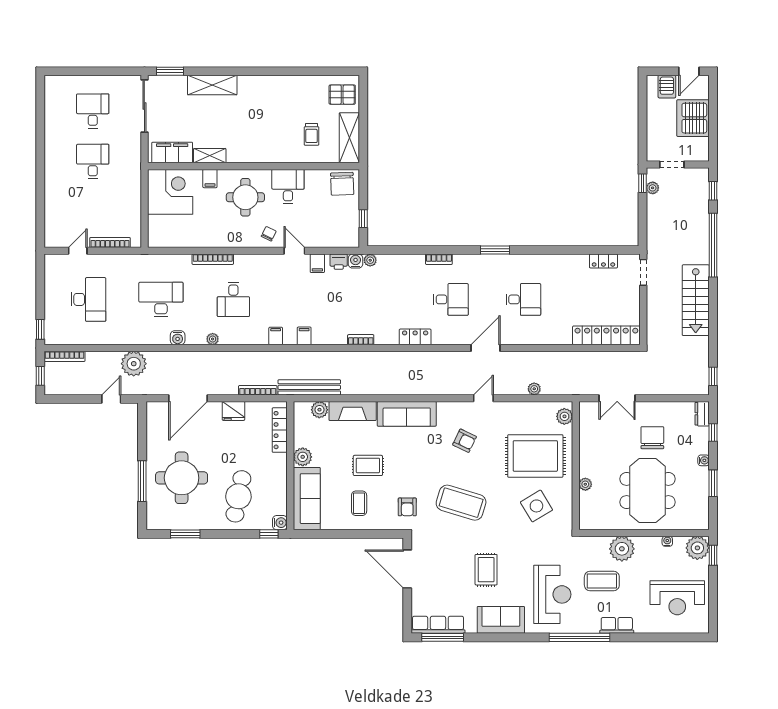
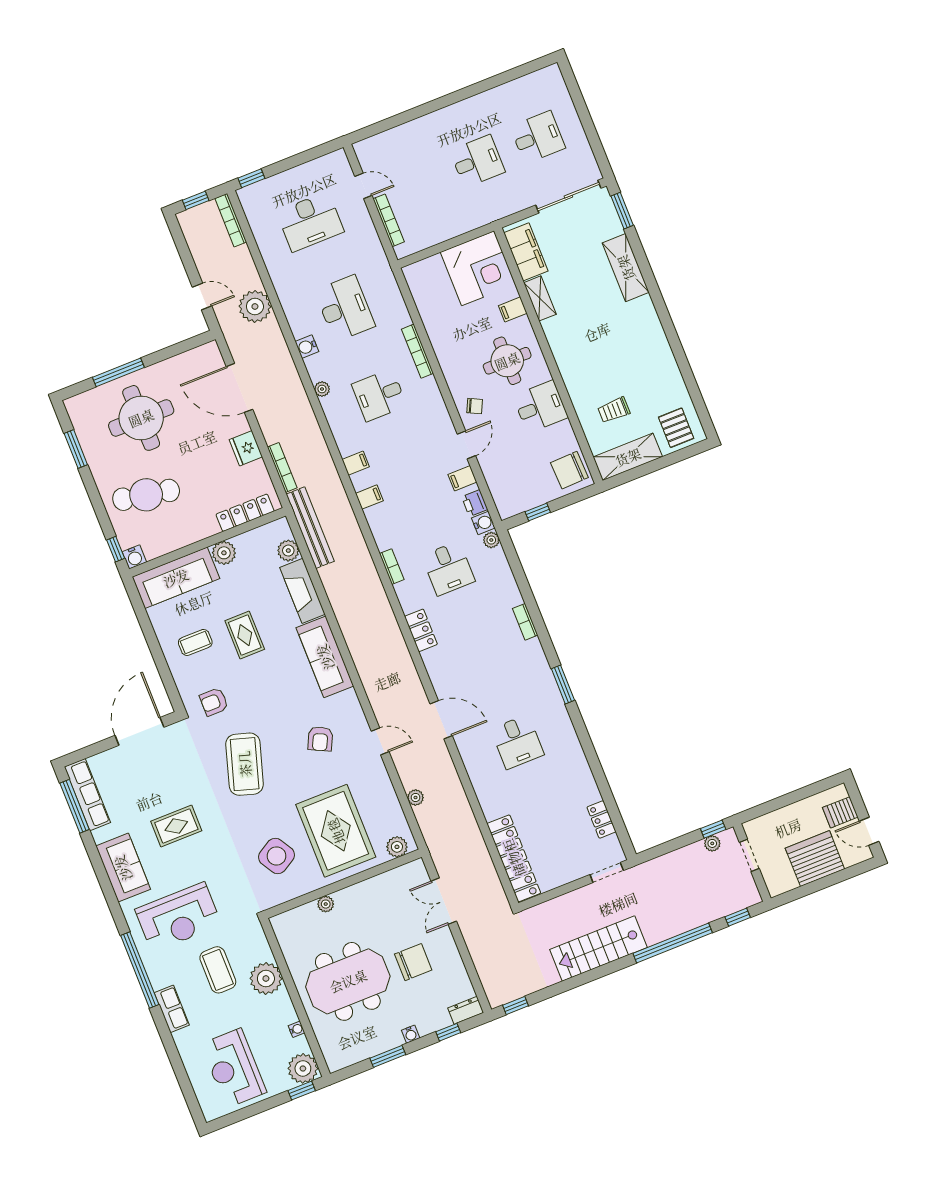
desk: (451, 299) -> (448, 568), moved

